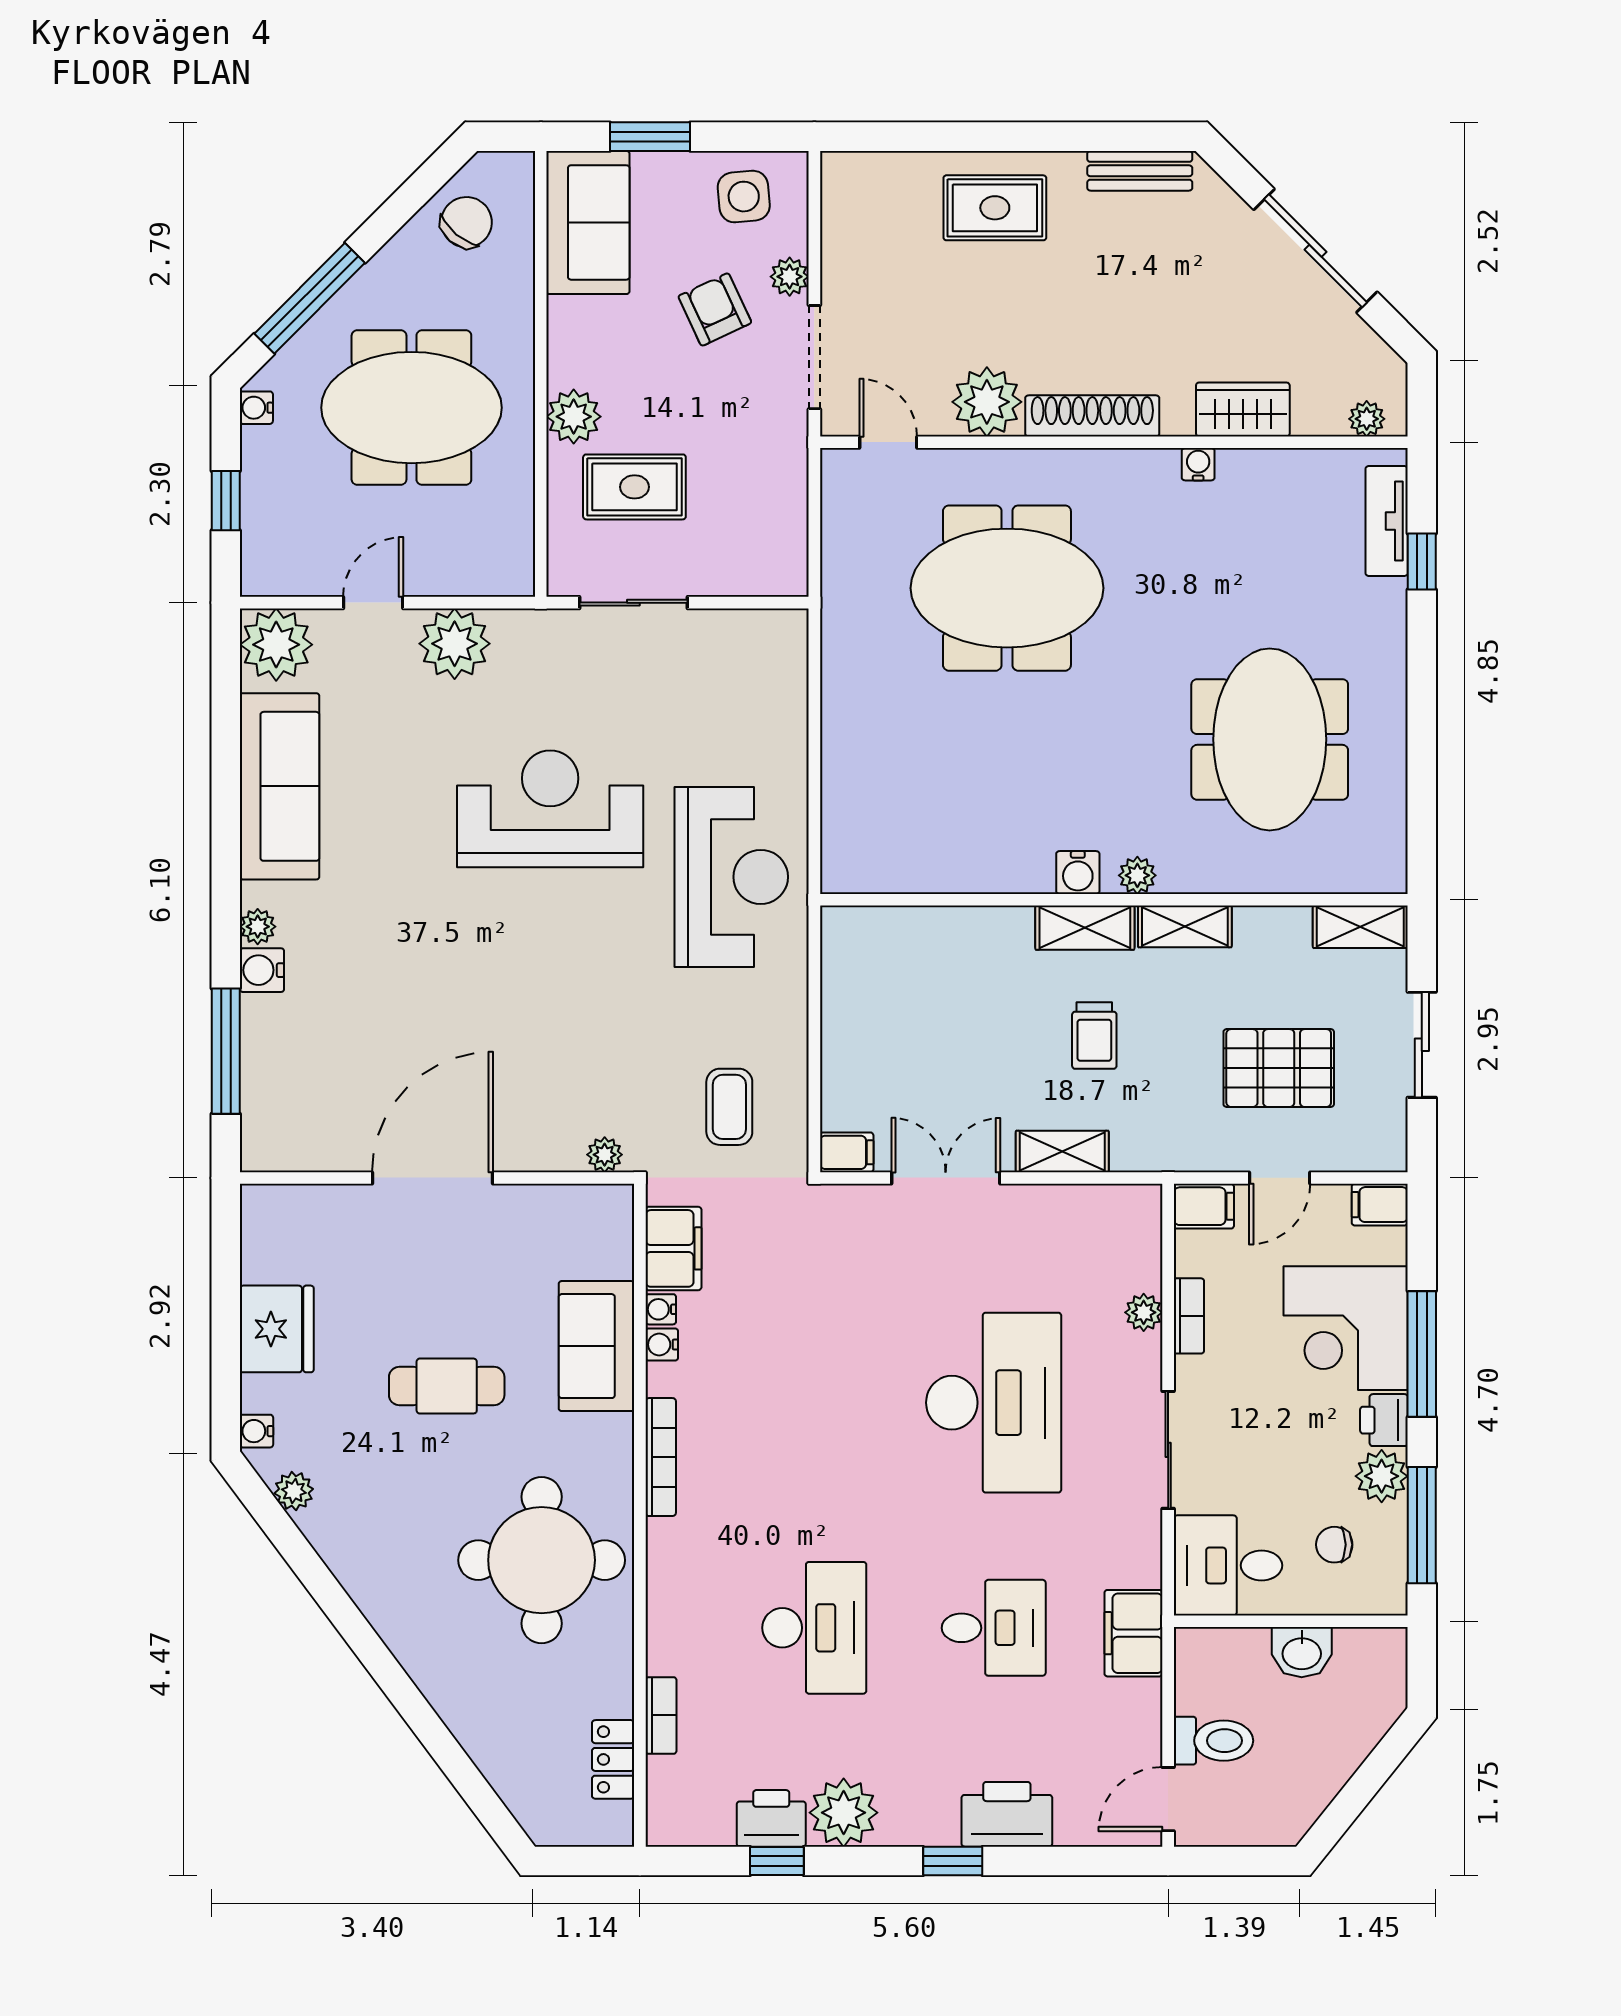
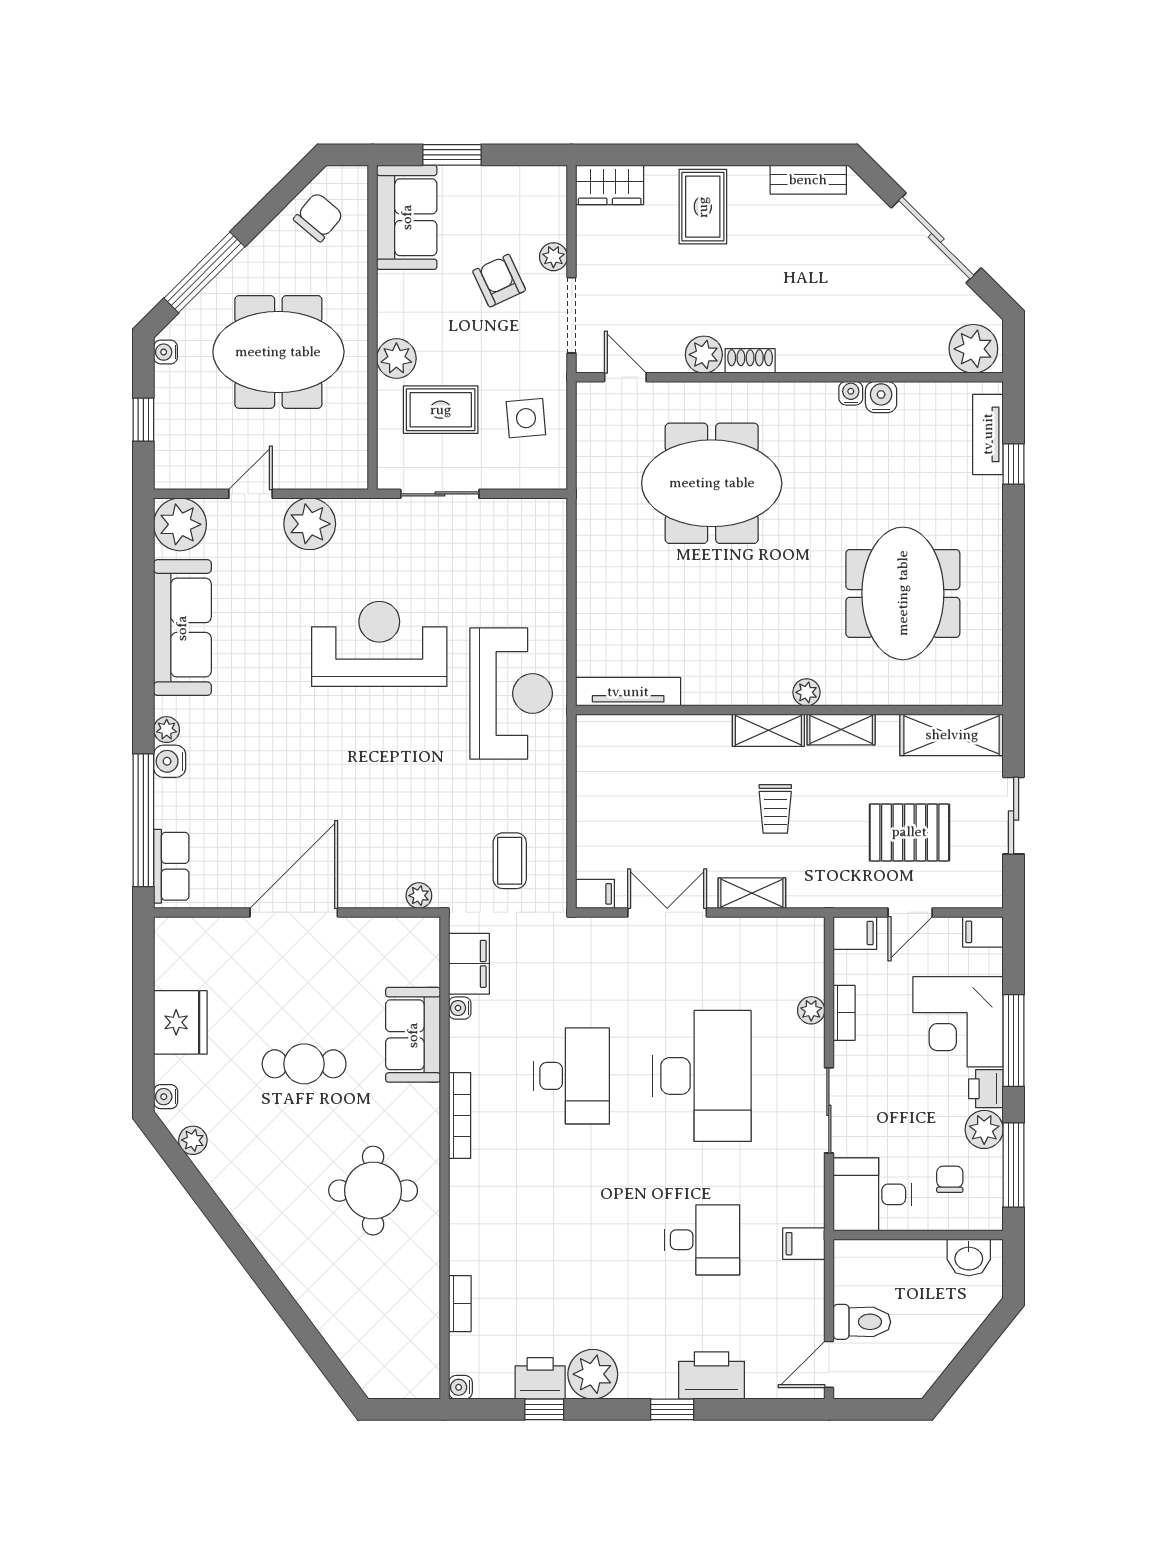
side table: (744, 197) -> (526, 418), moved
rug: (995, 208) -> (703, 207), turned 90
plant: (987, 402) -> (704, 355), width x0.73, depth x0.73
wardrobe: (1243, 409) -> (610, 185), moved, turned 180
shoe rack: (1092, 416) -> (750, 361), width x0.51, depth x0.81
plant: (1367, 419) -> (973, 349), width x1.88, depth x1.88
water cooler: (1078, 873) -> (881, 397), moved, turned 180
tv unit: (892, 874) -> (628, 692), added
shelving: (1360, 927) -> (952, 735), width x1.50, depth x1.33
window: (226, 1051) -> (143, 820), width x1.46
row of seats: (264, 1114) -> (171, 866), added
water cooler: (662, 1345) -> (460, 1387), moved
chair: (1334, 1545) -> (950, 1179), turned 90
round table: (542, 1560) -> (373, 1191), width x0.73, depth x0.73
desk: (814, 1628) -> (572, 1076), moved
filing cabinet: (1134, 1633) -> (804, 1244), width x0.50
washbasin: (1302, 1652) -> (969, 1258), moved
locker: (613, 1759) -> (425, 1336), removed

